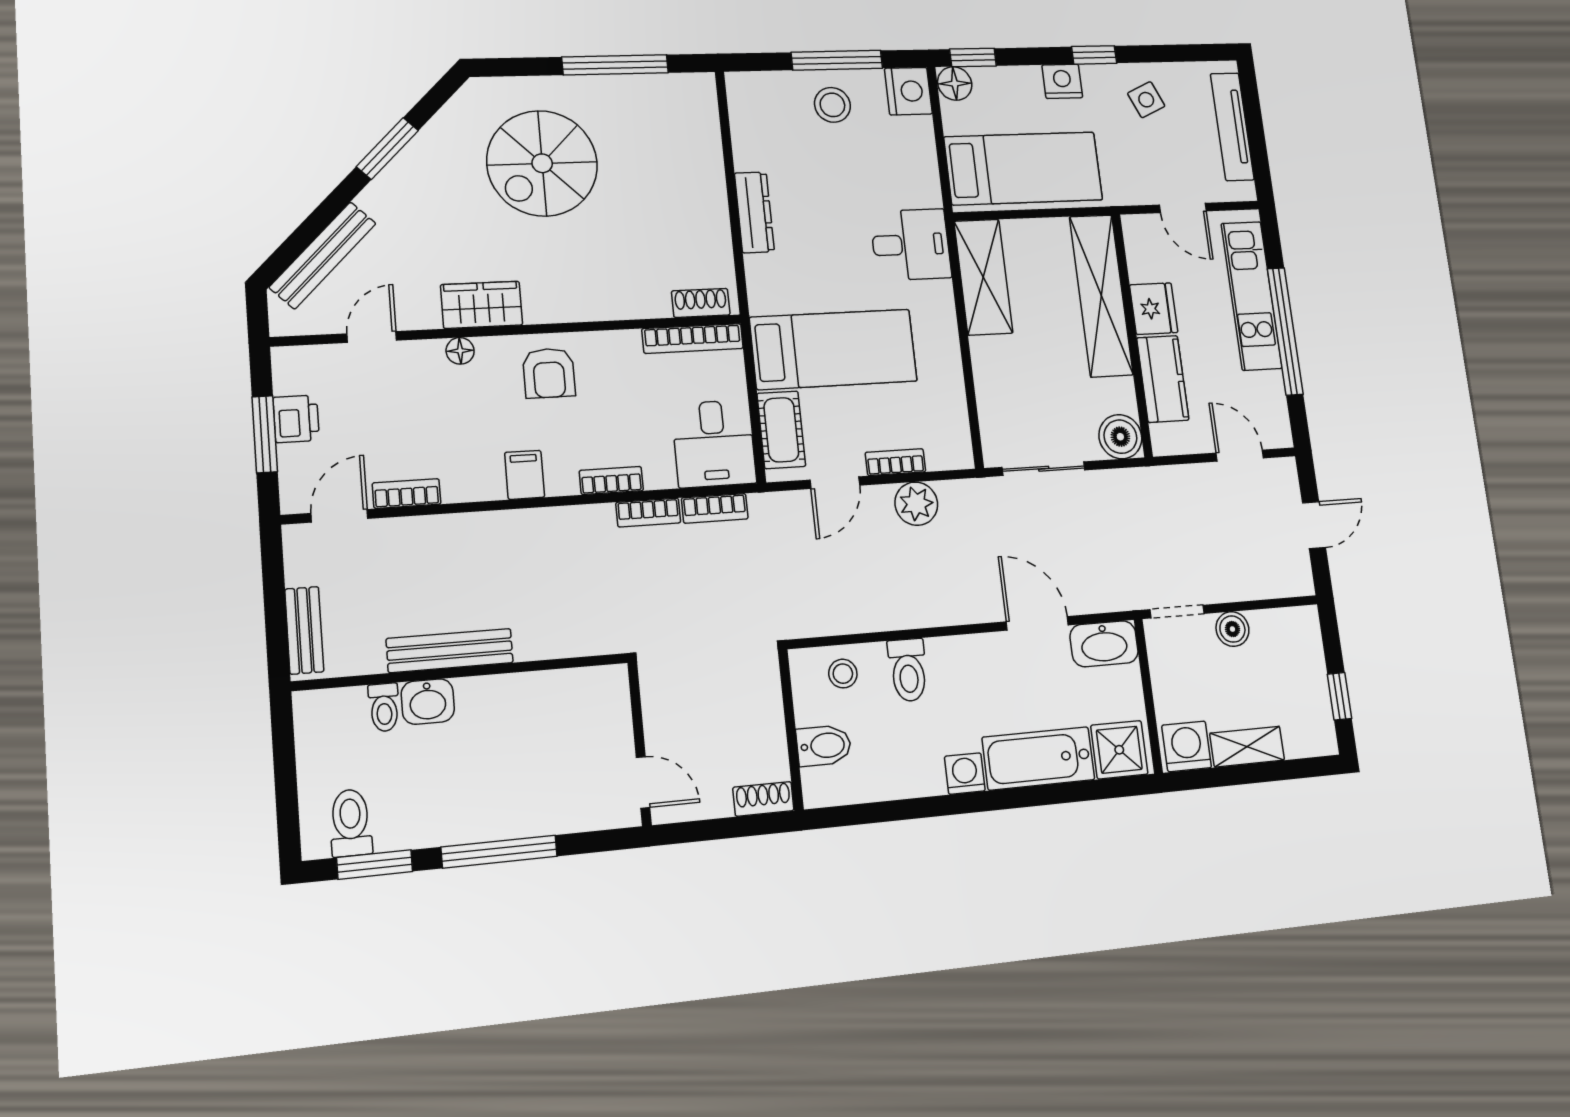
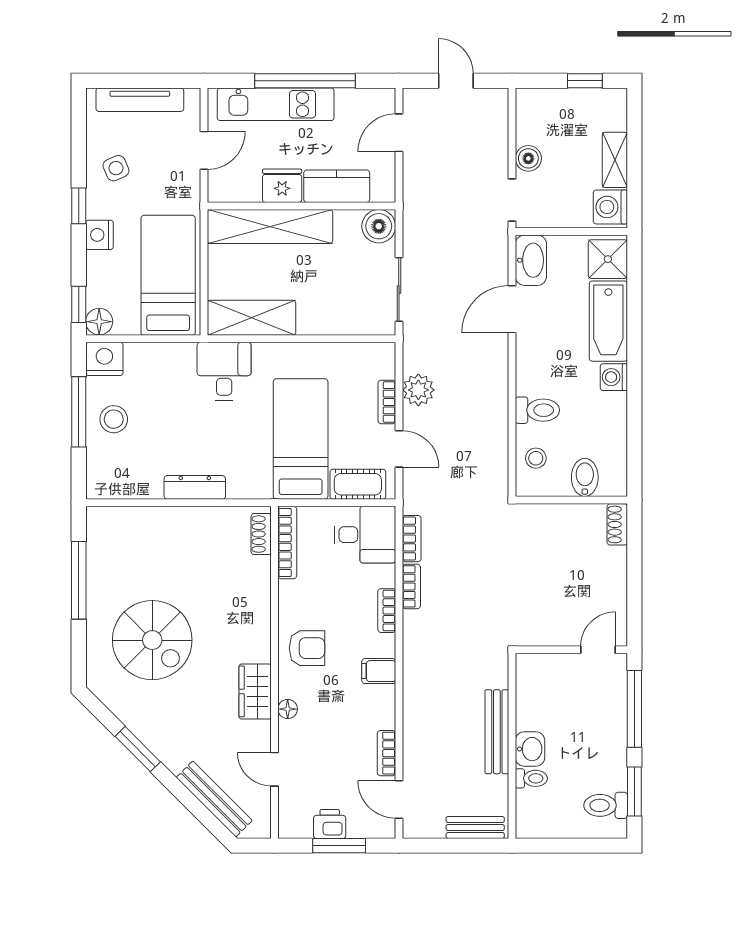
wall: (640, 744) -> (571, 650), moved
door: (643, 782) -> (598, 650), moved

